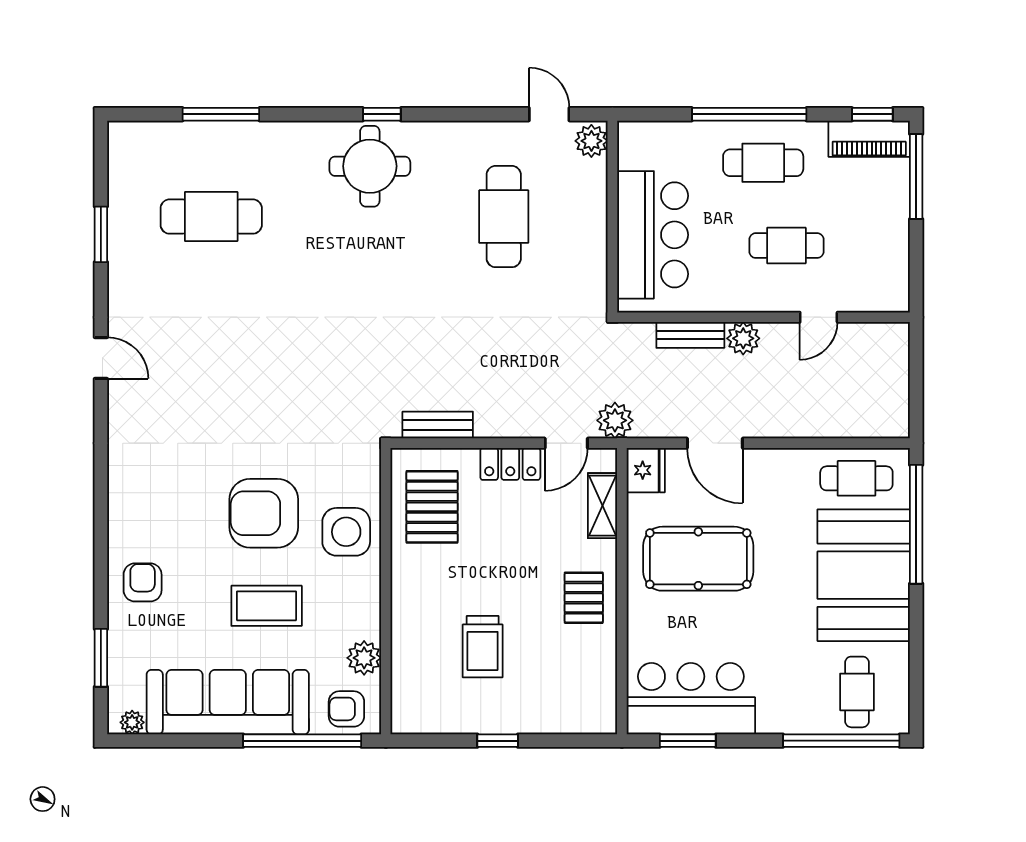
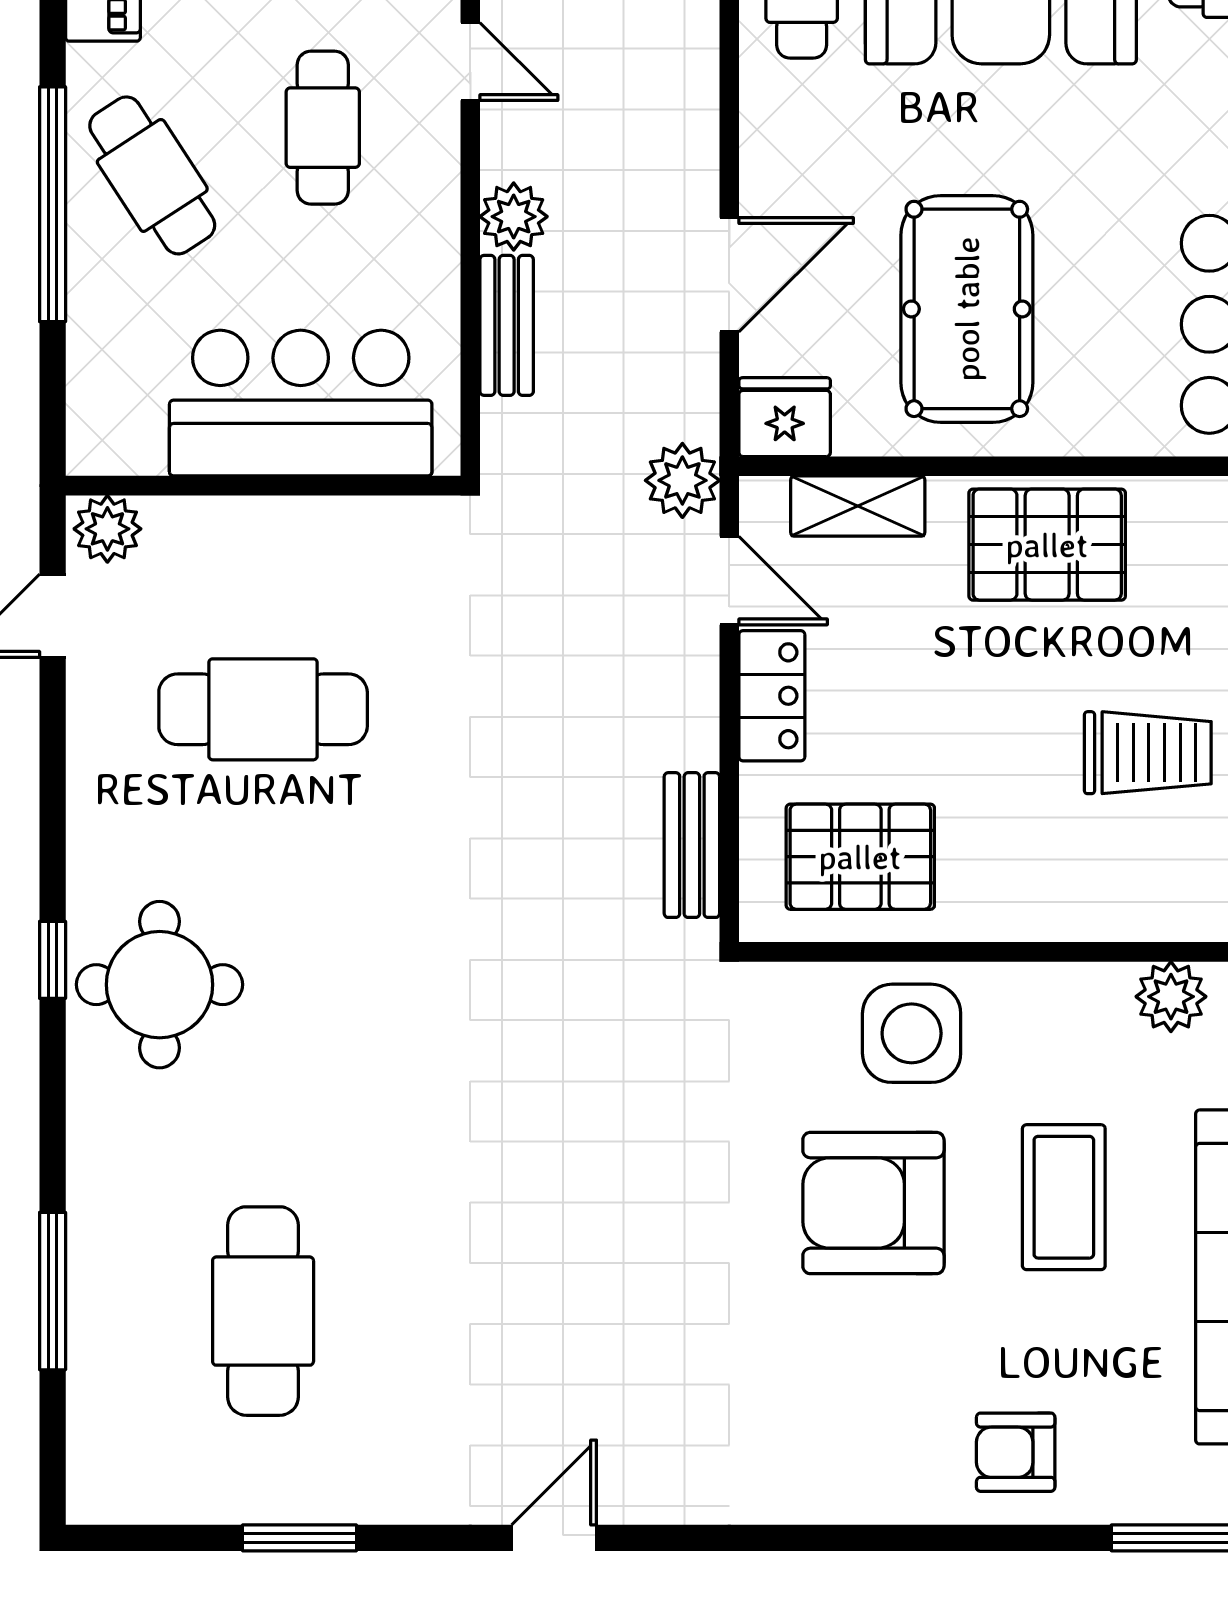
cafe table: (763, 163) -> (152, 175), turned -33
armchair: (264, 513) -> (873, 1203), turned 90
pallet: (584, 598) -> (1047, 545), width x1.50, depth x1.42

